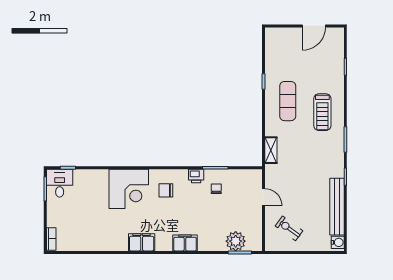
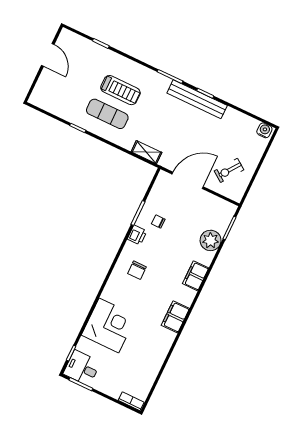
treadmill: (322, 112) -> (120, 90), moved
corner desk: (129, 189) -> (109, 325), moved
door: (264, 197) -> (188, 180), width x1.88
bench: (337, 207) -> (197, 99), moved
plant: (236, 241) -> (211, 240), moved

